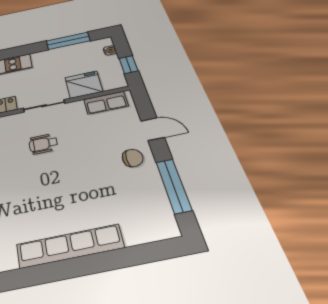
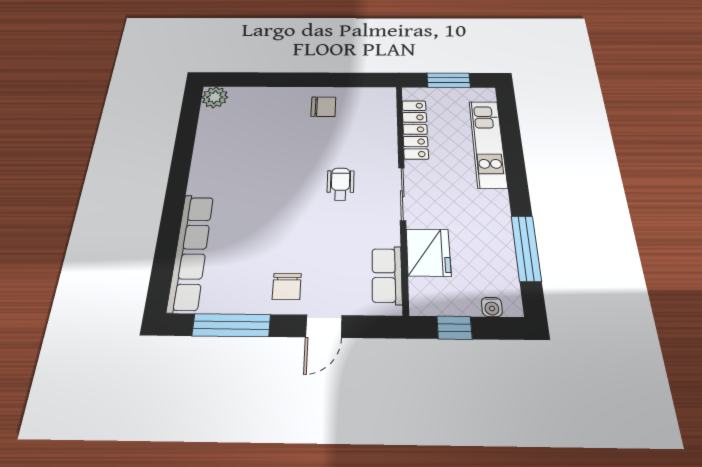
row of seats: (70, 246) -> (191, 252), moved

